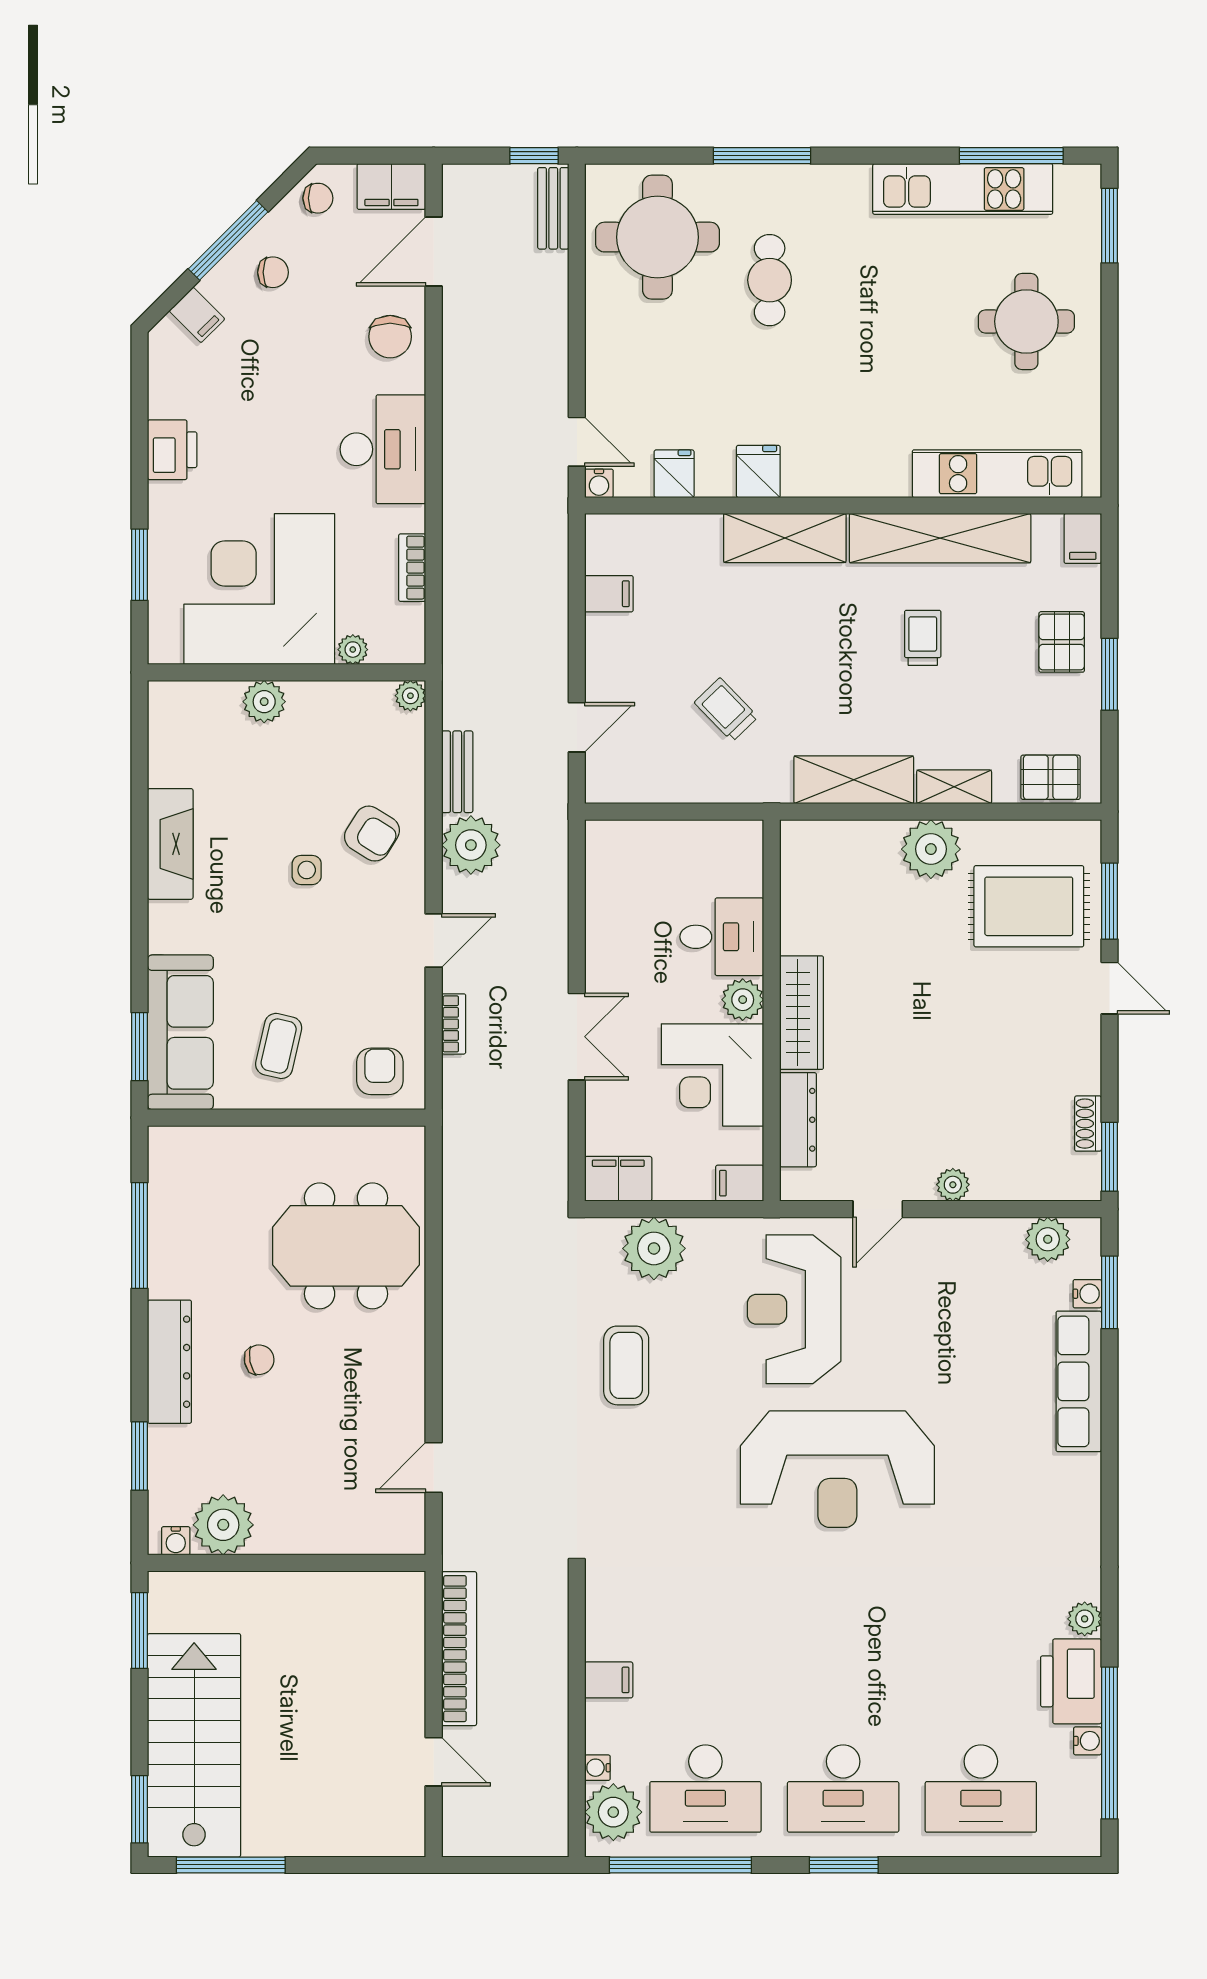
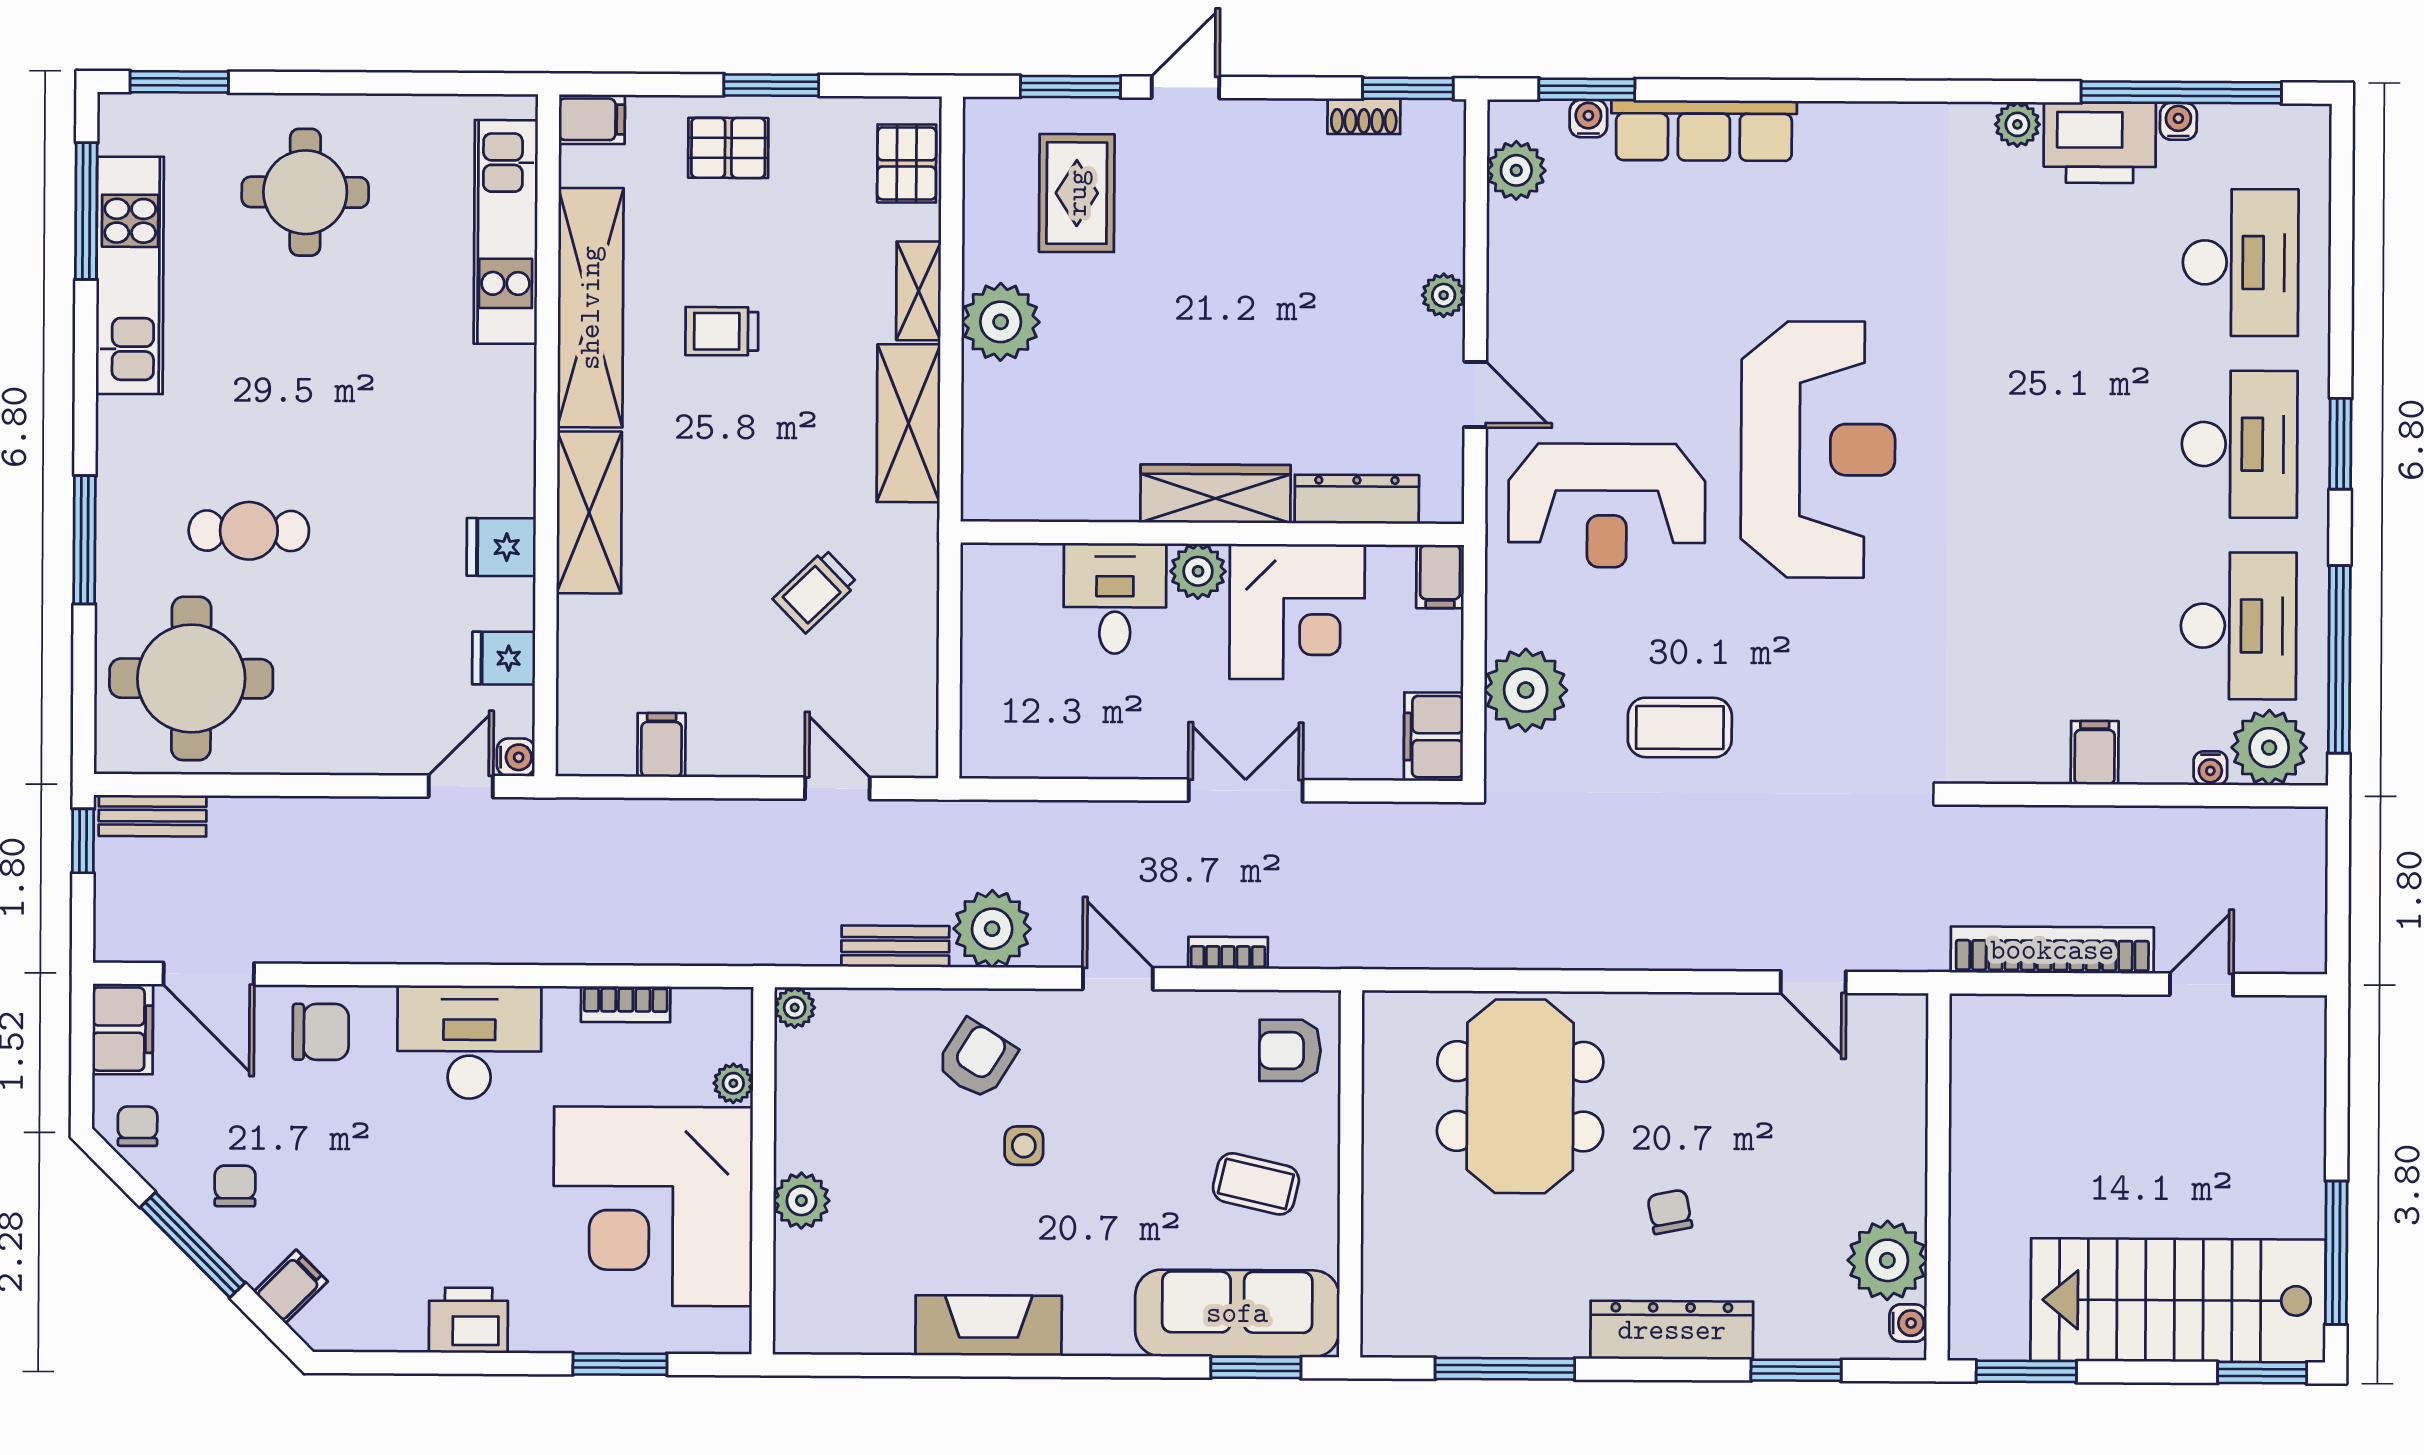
rug: (1029, 906) -> (1077, 193), width x0.73, depth x0.70

